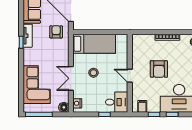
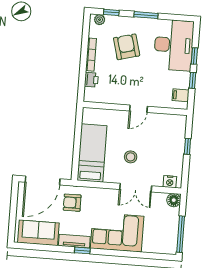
printer: (149, 39) -> (91, 80), added
armchair: (159, 69) -> (127, 47), moved, turned -105
corner sofa: (37, 85) -> (117, 232), moved
desk: (117, 102) -> (172, 129), removed

